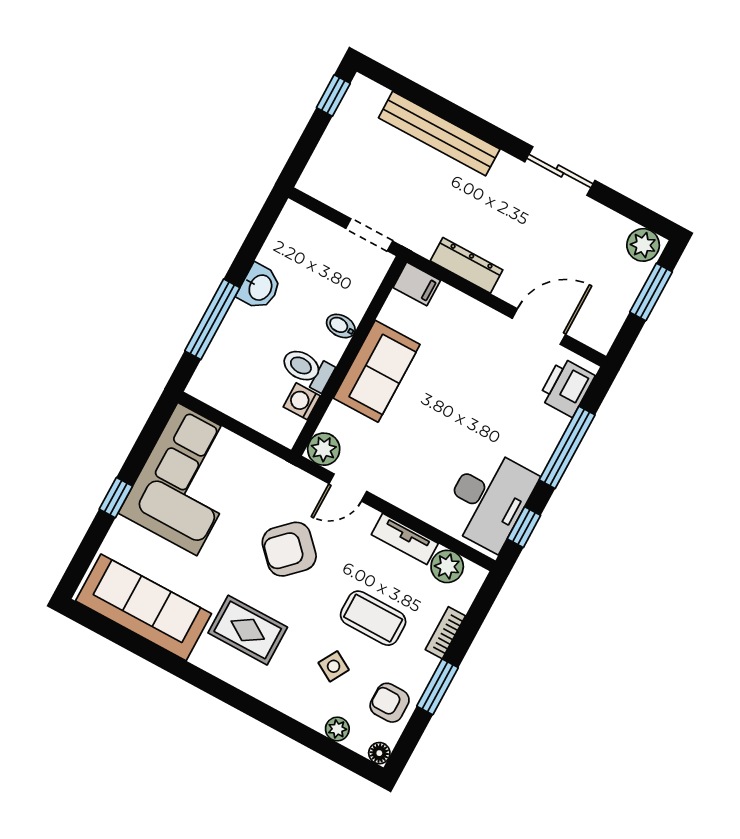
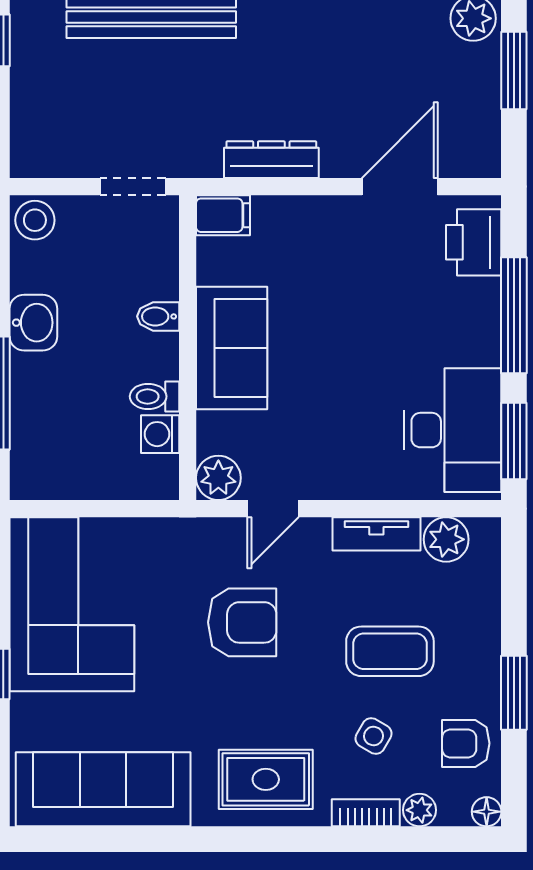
stool: (296, 223) -> (35, 220), added
toilet: (307, 369) -> (155, 396), width x0.73, depth x0.72
window: (524, 527) -> (514, 441), width x1.50
armchair: (289, 549) -> (242, 622), turned -136
rug: (248, 630) -> (266, 779), moved
bookcase: (445, 633) -> (366, 813), moved, turned 90

